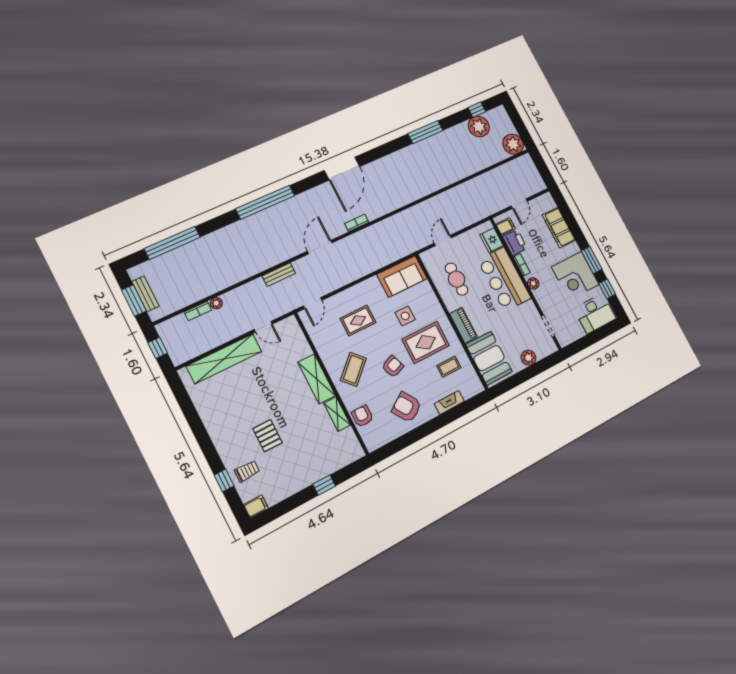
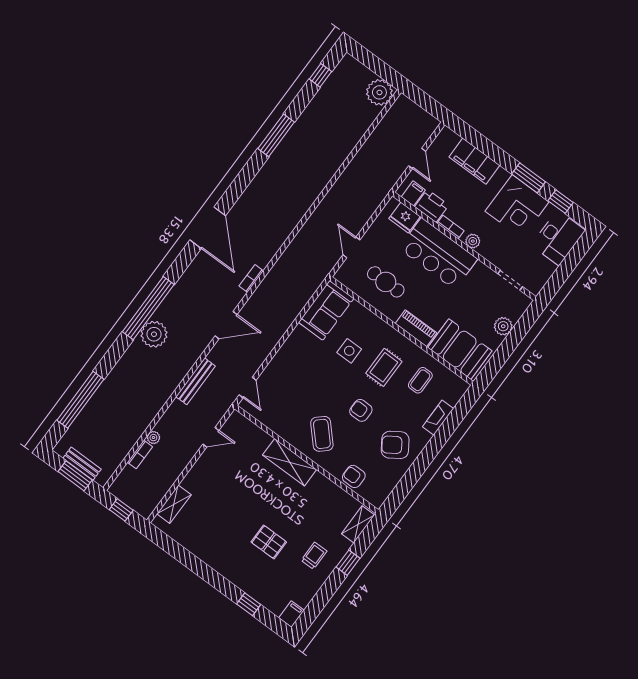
plant: (479, 126) -> (154, 334), moved
door: (320, 247) -> (226, 325), swing flipped
bench: (279, 275) -> (196, 381), width x1.36
rug: (358, 320) -> (302, 381), removed
rug: (426, 342) -> (384, 367), width x0.73, depth x0.70
shelving: (224, 359) -> (174, 504), width x0.45, depth x0.75
armchair: (393, 366) -> (361, 410), turned -69
shelving: (337, 414) -> (358, 524), moved, turned 90
trolley: (247, 471) -> (314, 556), moved

